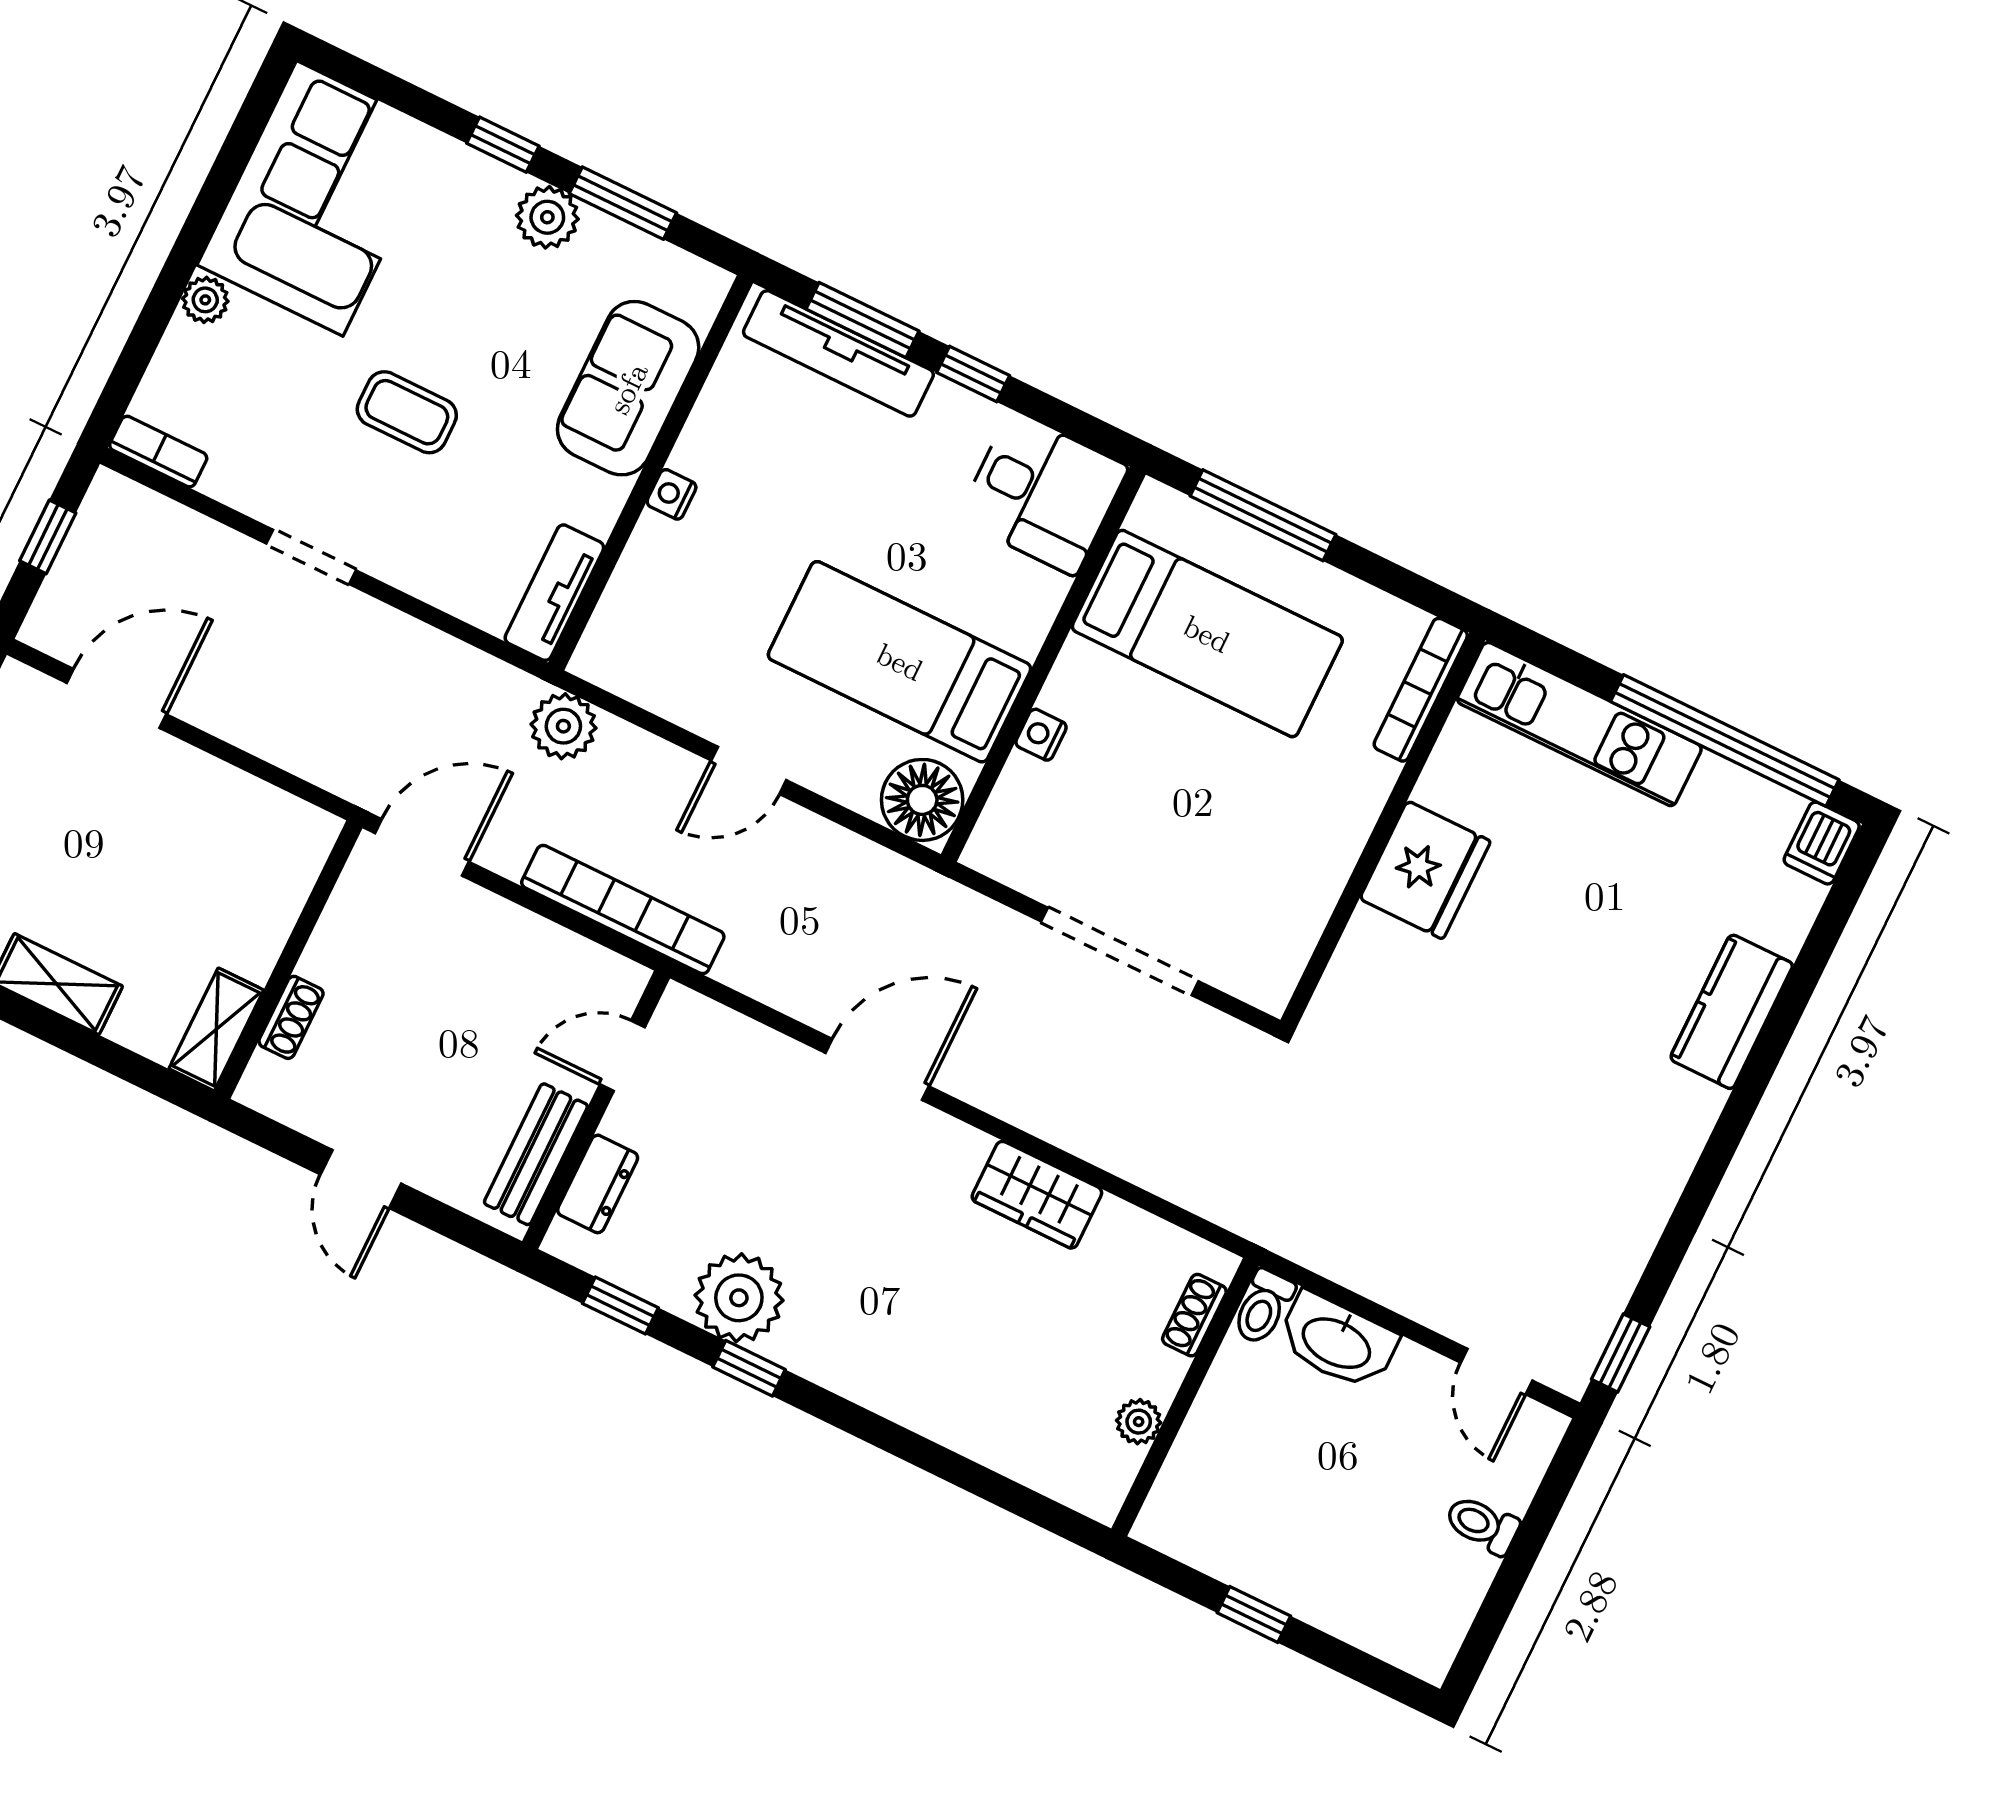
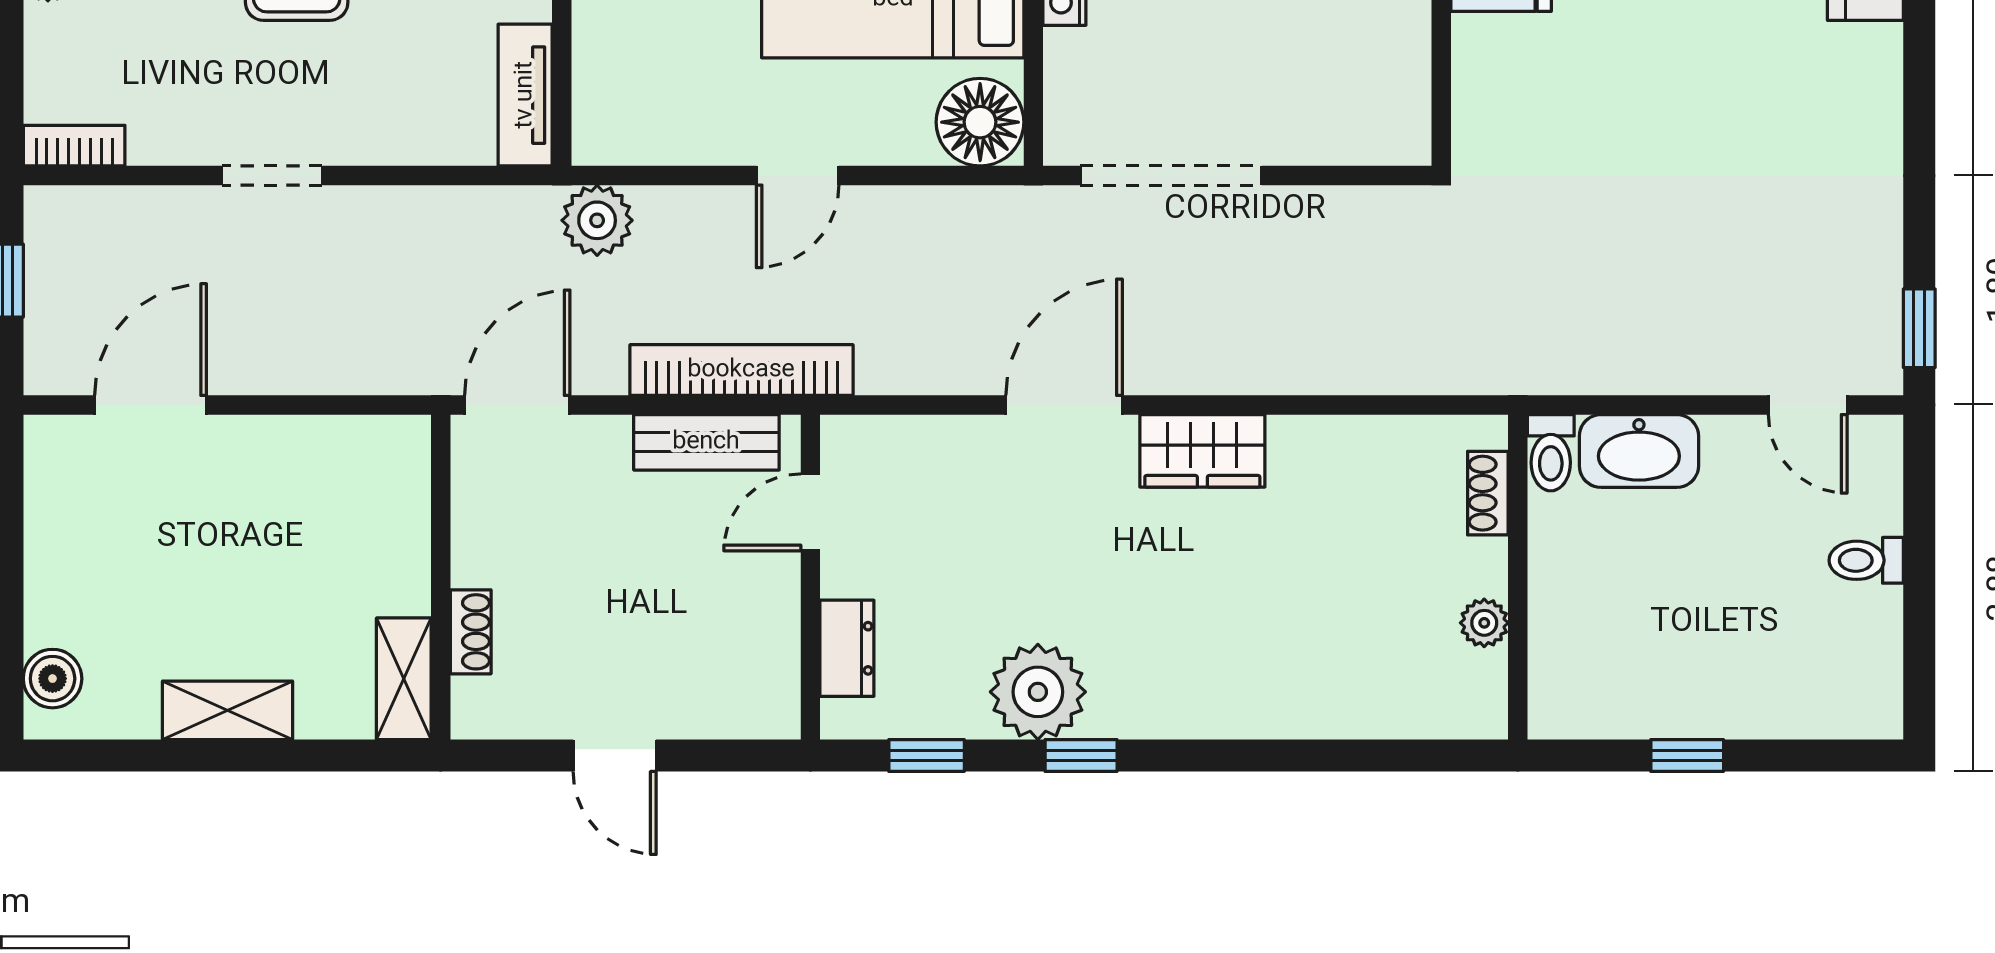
doorway: (1120, 951) -> (1171, 176), moved
bench: (536, 1154) -> (706, 442), moved, turned 90
wardrobe: (1037, 1195) -> (1202, 451), moved

